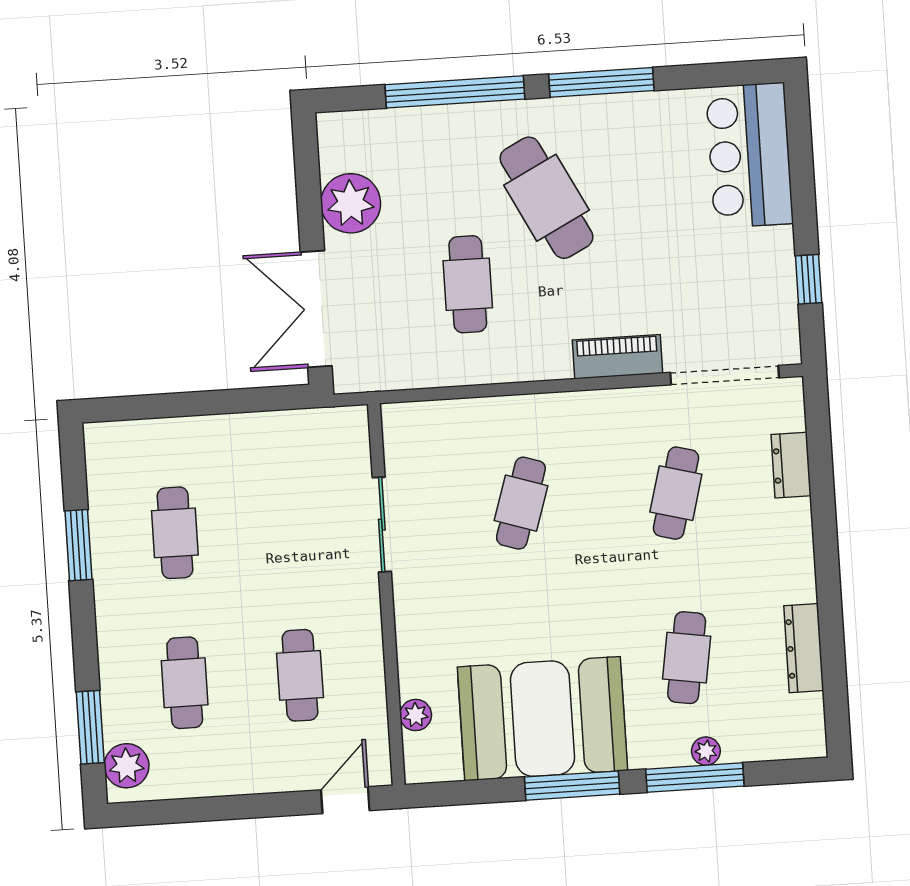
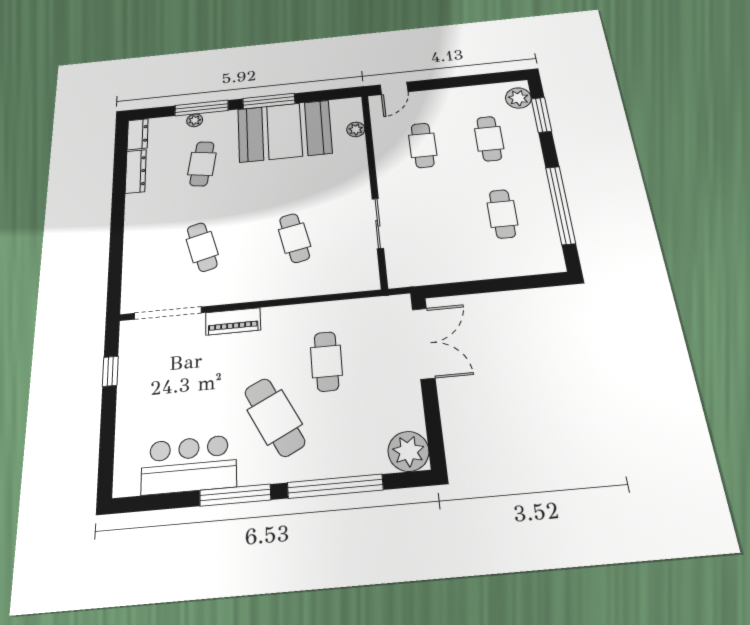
bar counter: (750, 155) -> (189, 465), moved, turned -90
plant: (351, 203) -> (408, 451), moved
dresser: (791, 465) -> (138, 134), moved
cafe table: (676, 493) -> (202, 247), turned -30
cafe table: (521, 503) -> (295, 238), turned -30
window: (78, 545) -> (560, 205), width x2.11

